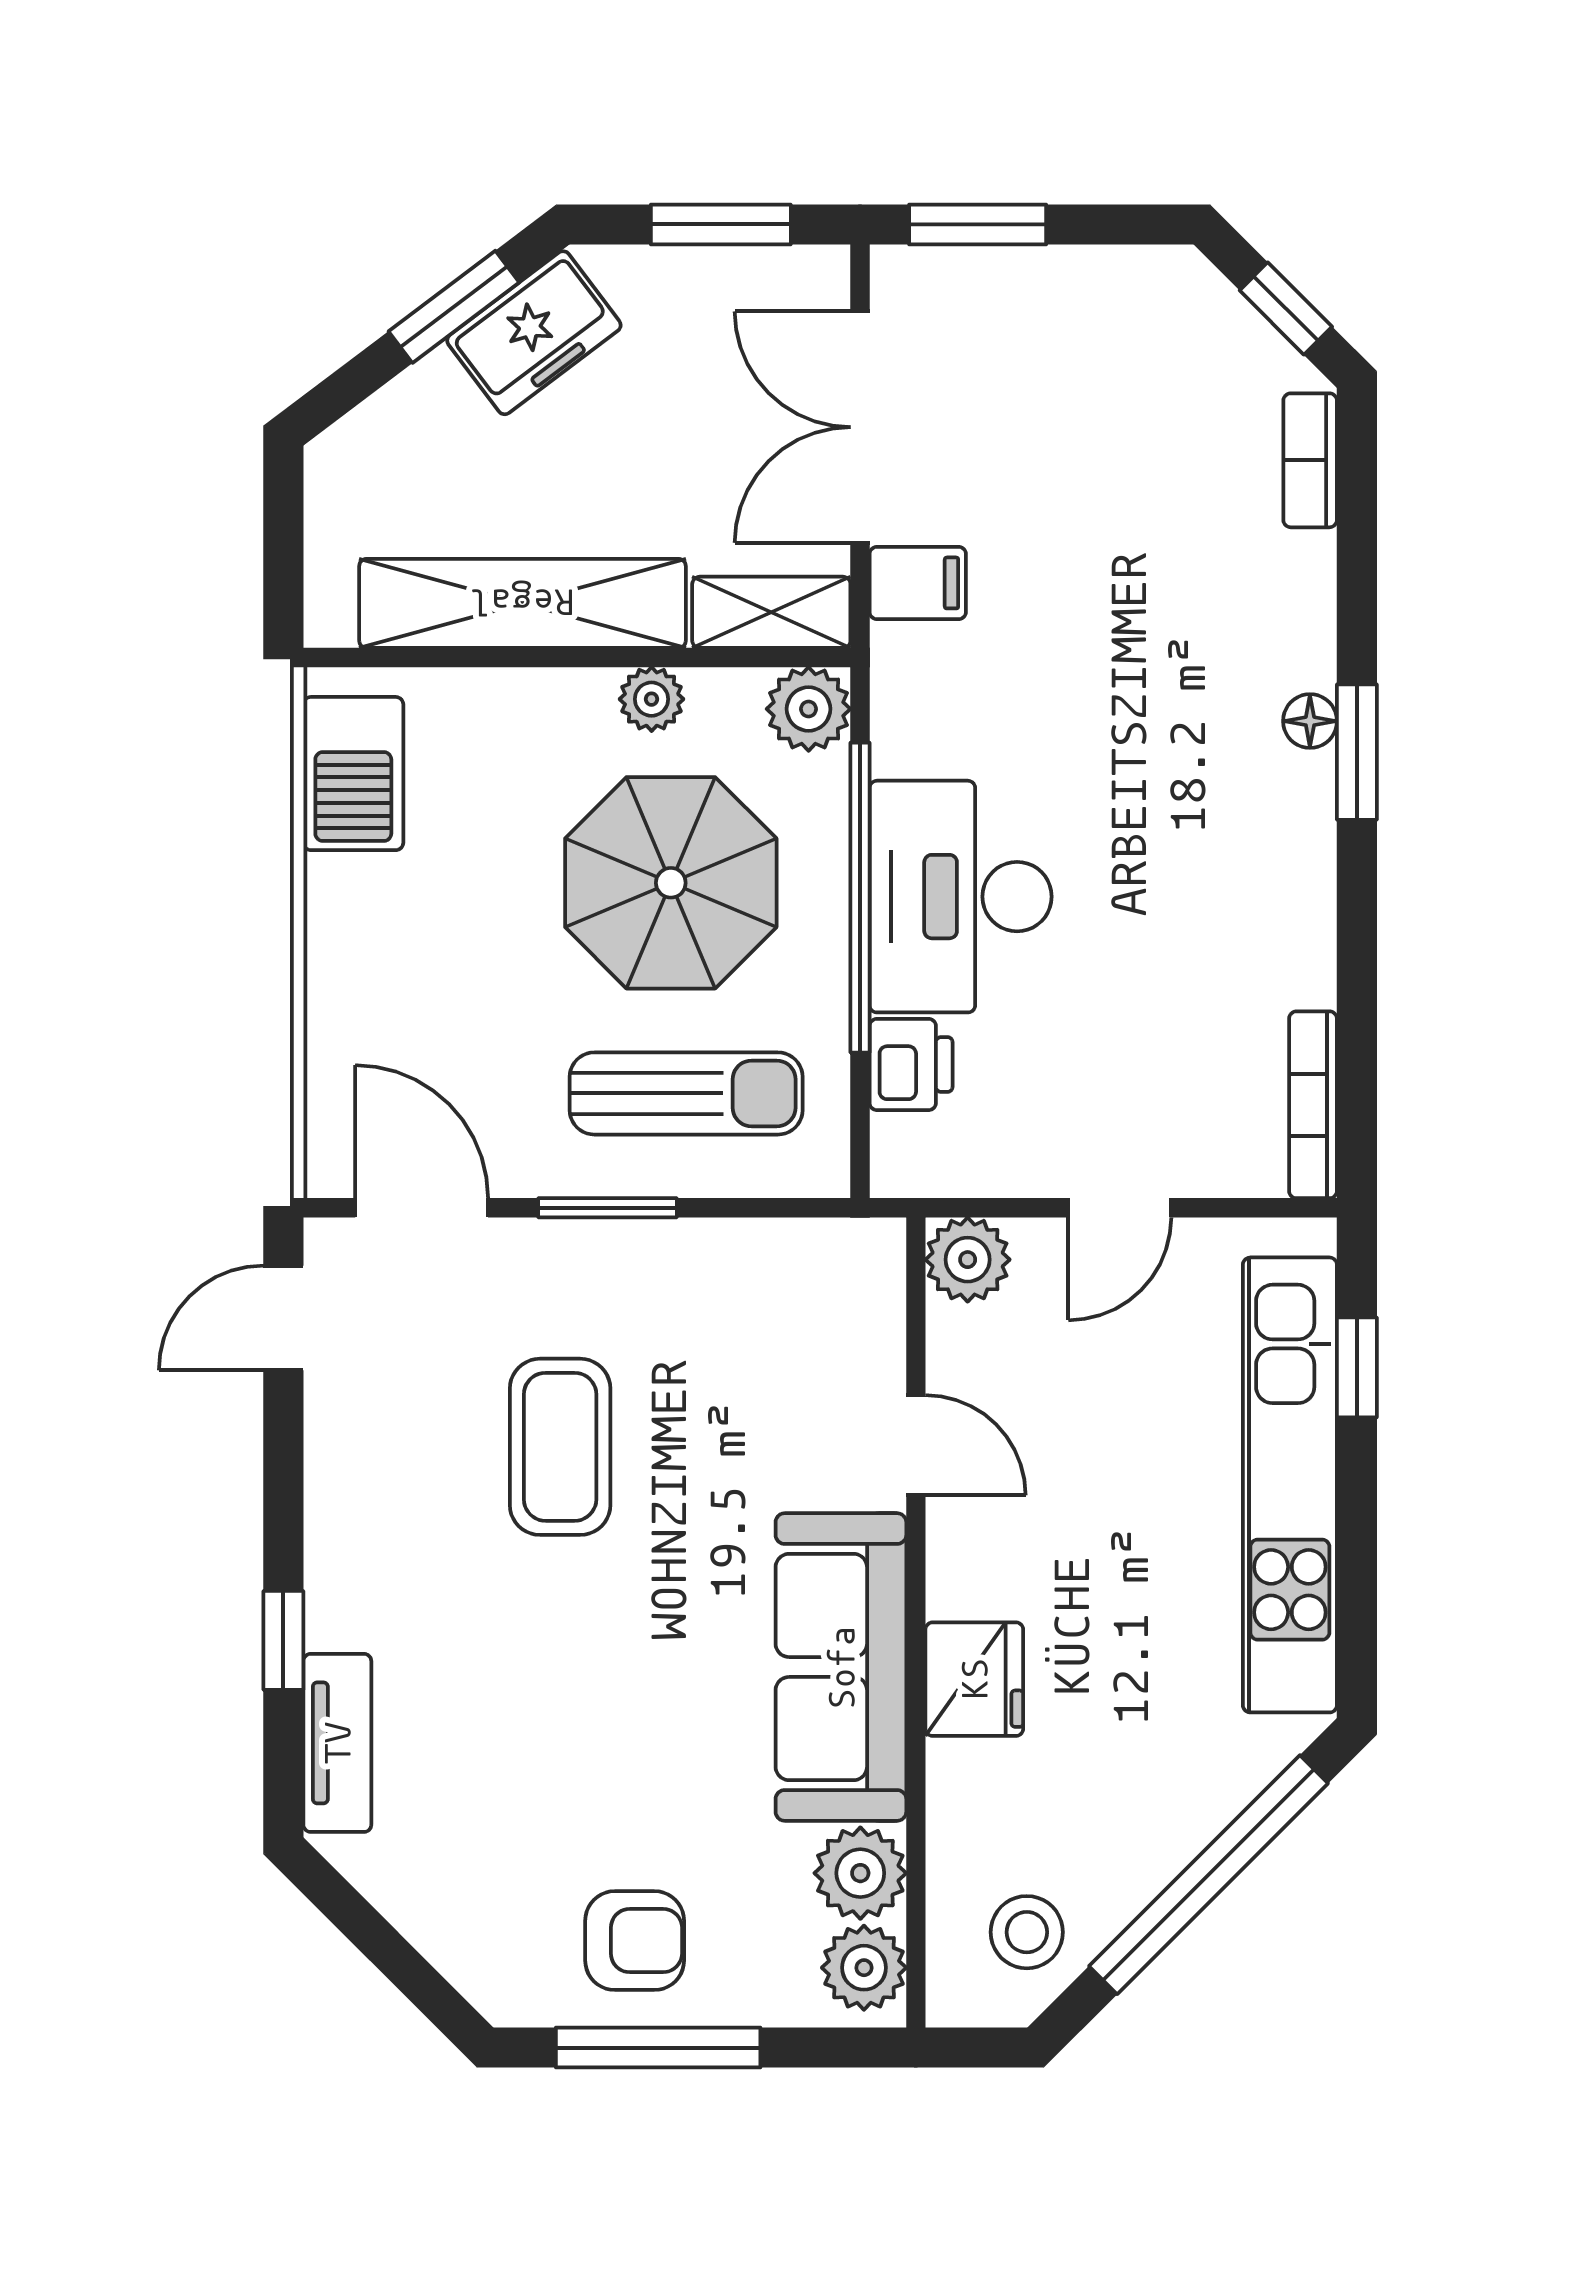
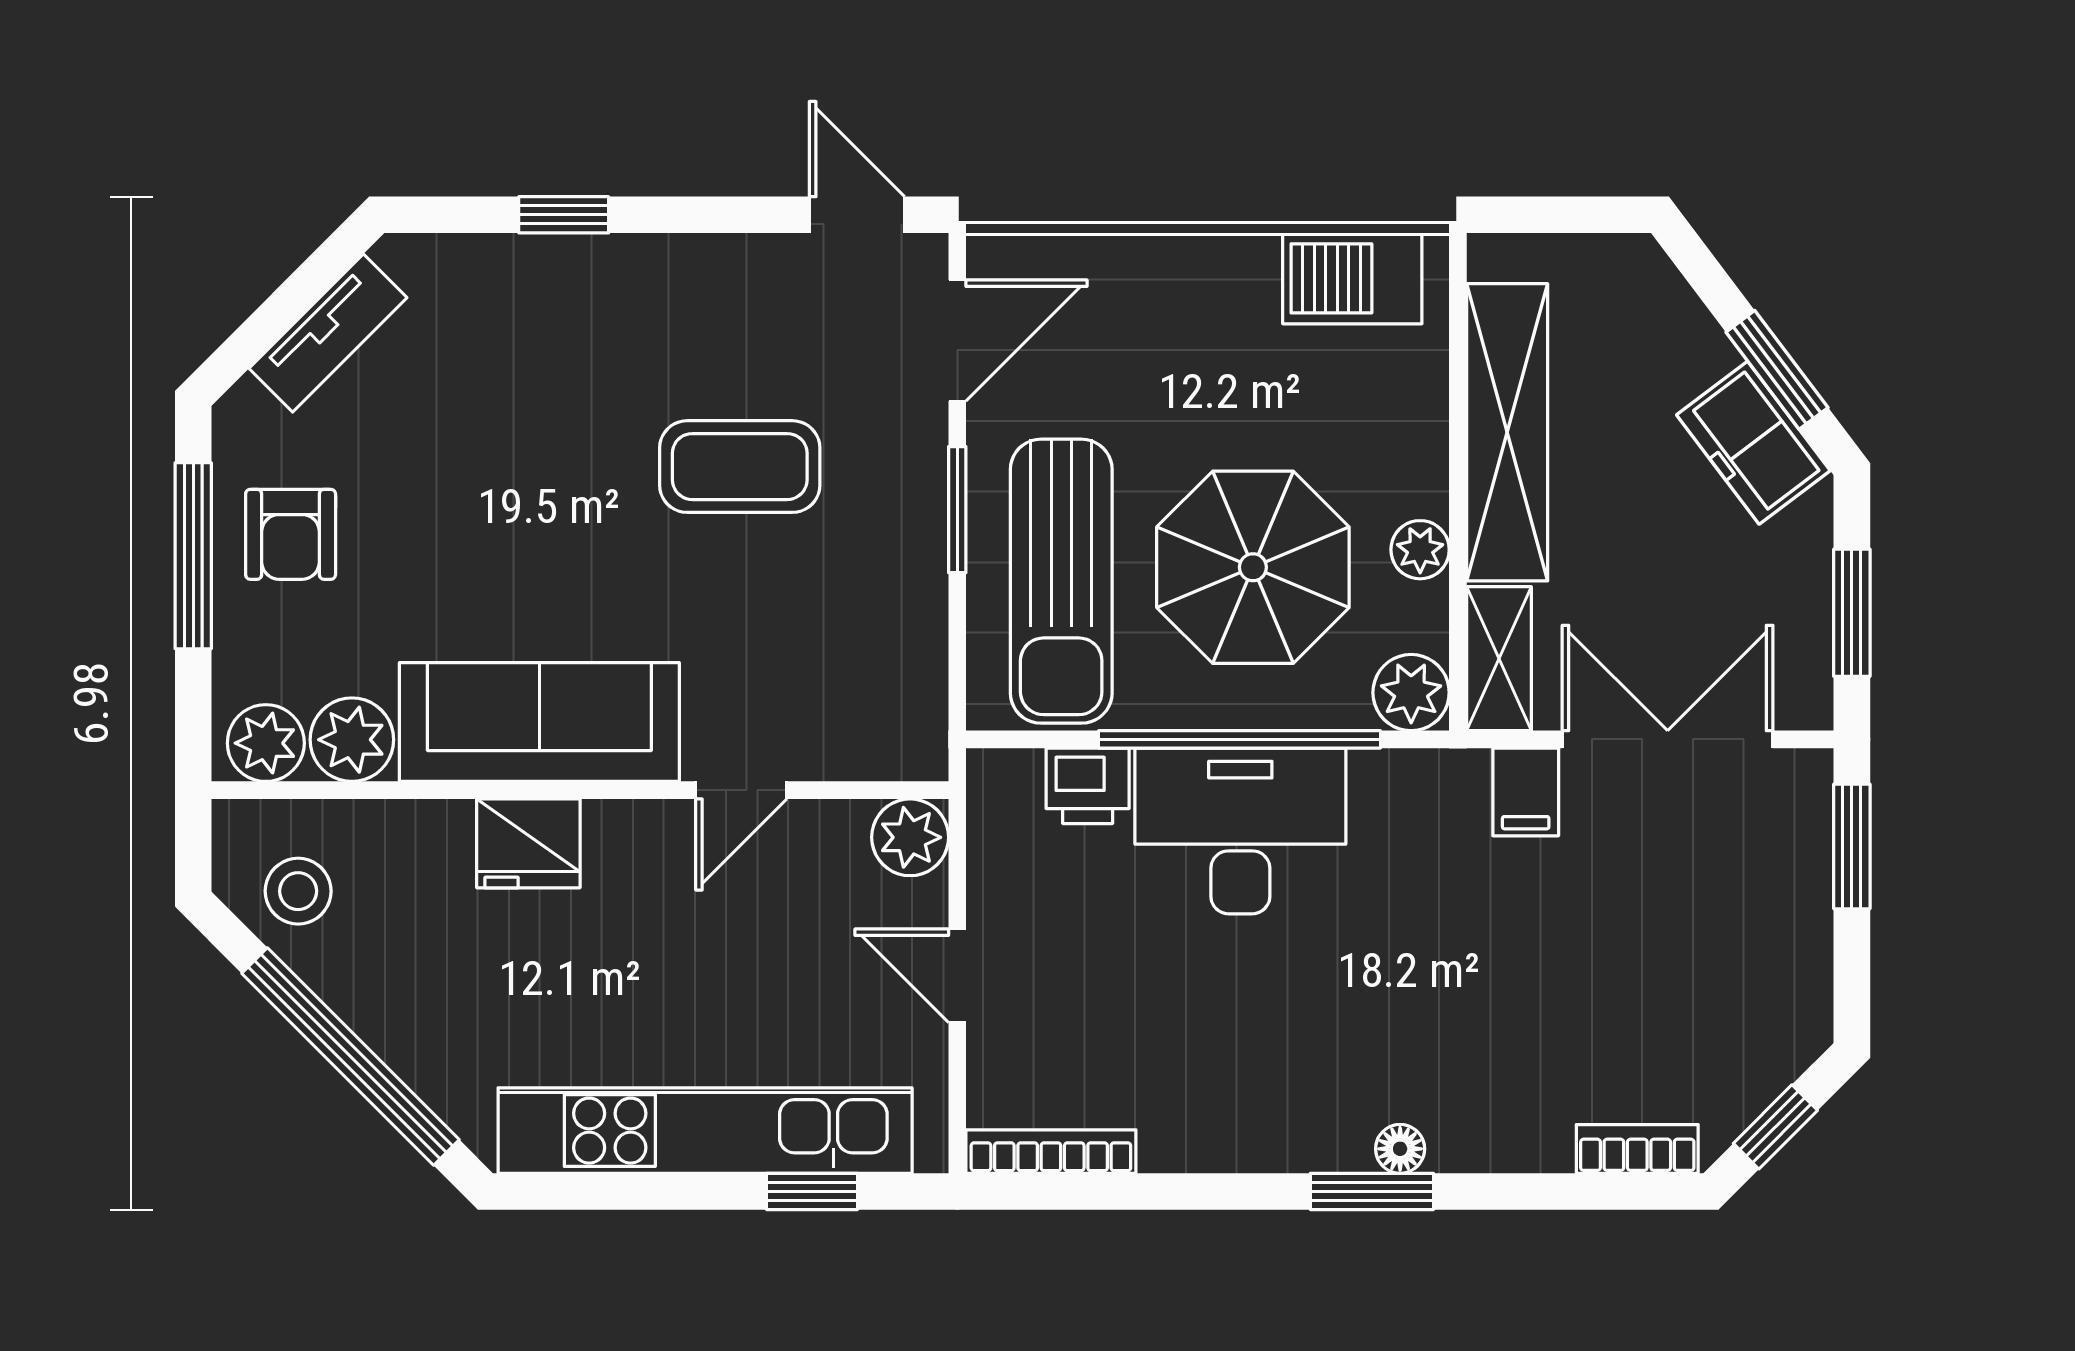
sun lounger: (686, 1093) -> (1061, 581), width x1.36, depth x1.34
tv unit: (337, 1743) -> (328, 333), moved, turned -45

